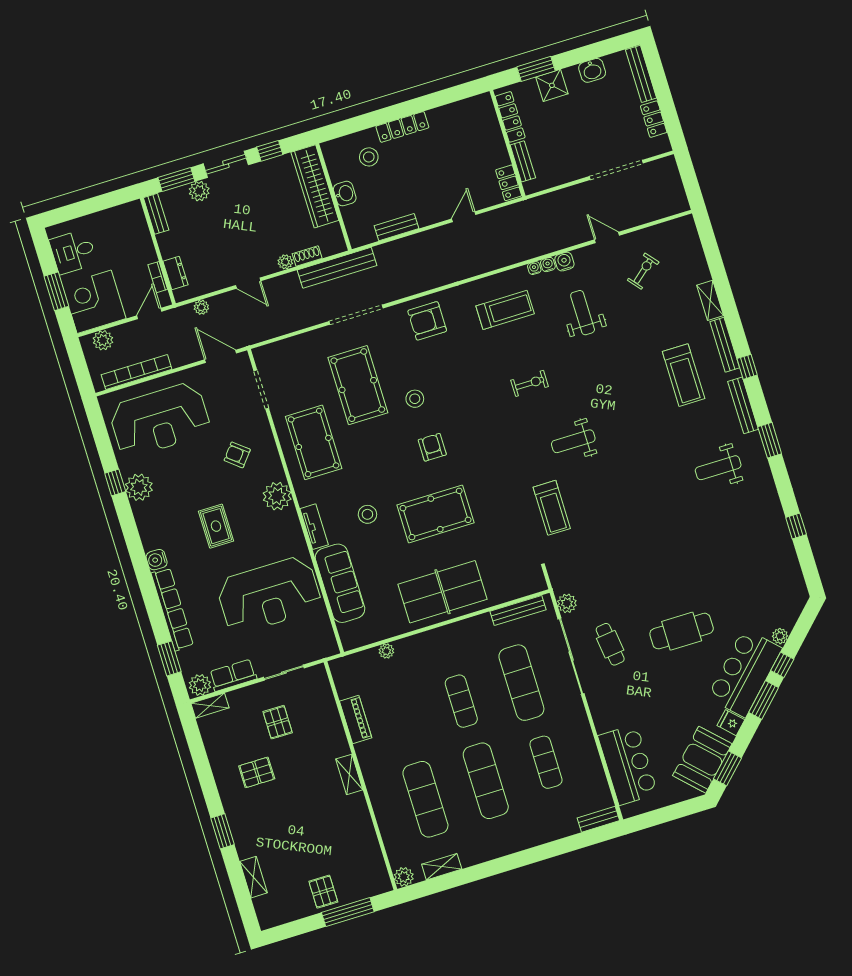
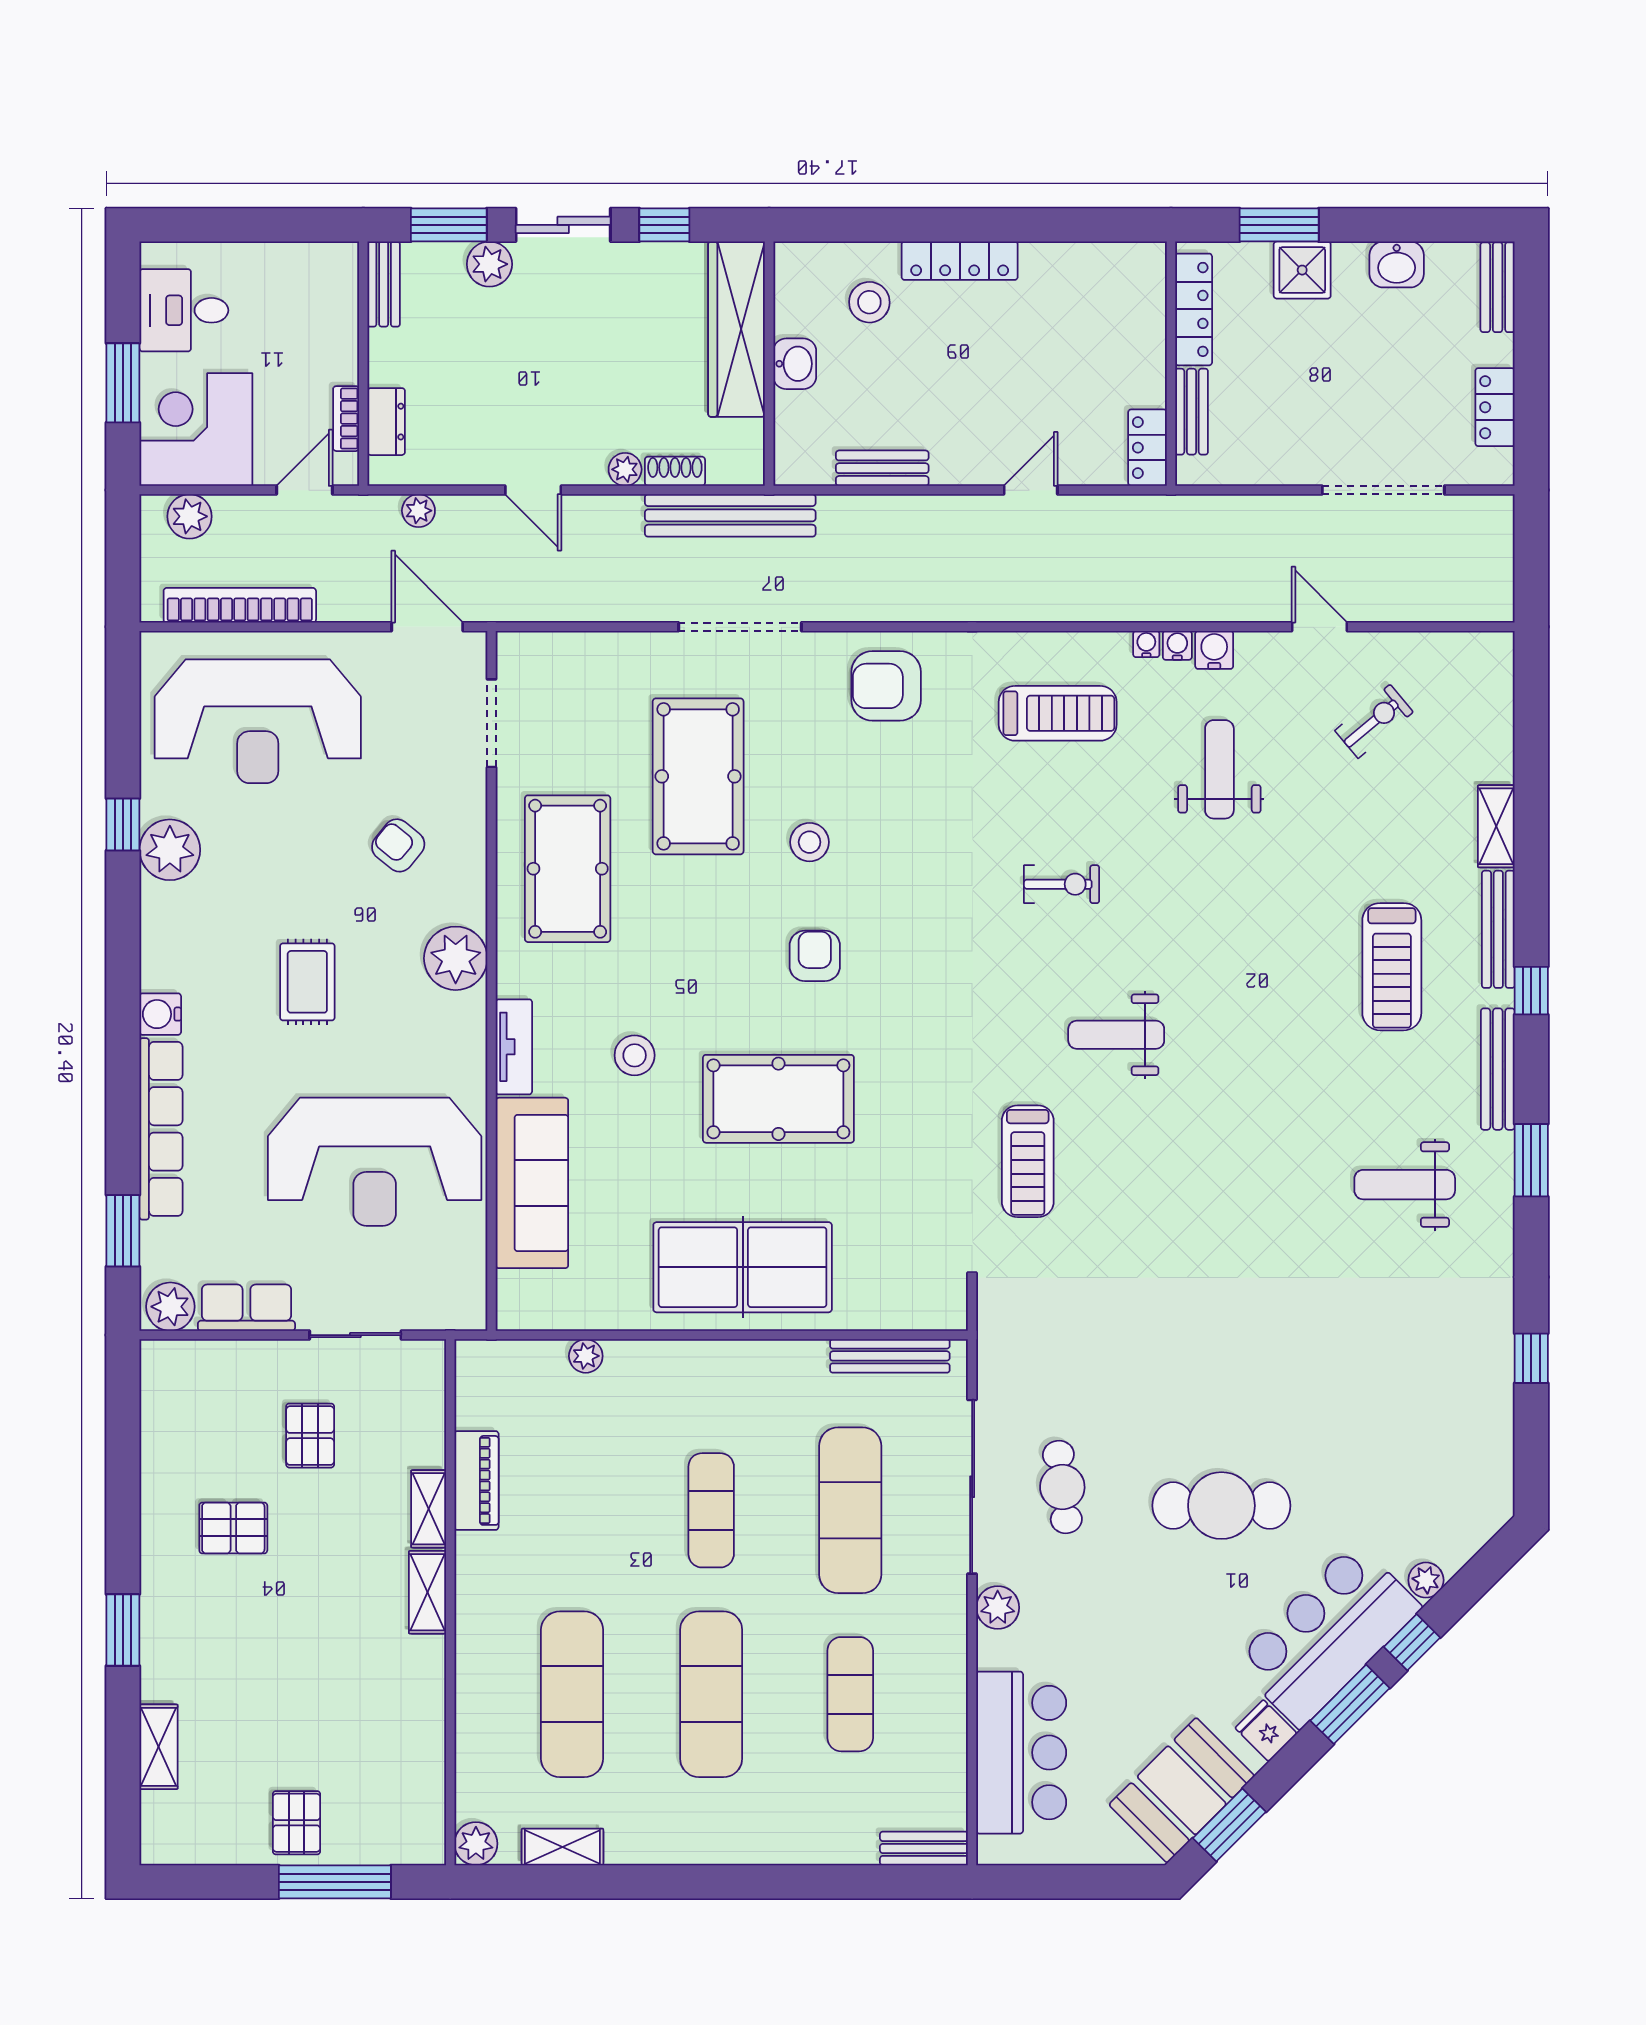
bench: (641, 74) -> (1498, 287), width x0.73
plant: (567, 603) -> (998, 1608), moved
shelving: (210, 706) -> (429, 1509), moved, turned 90

